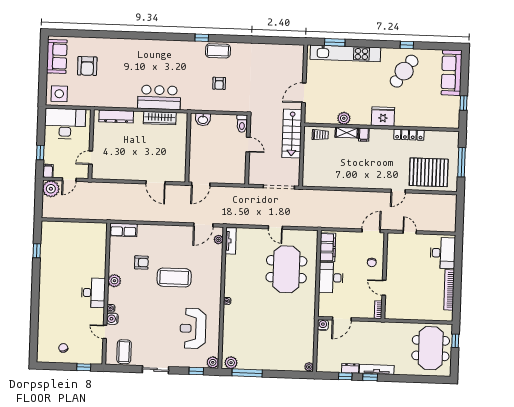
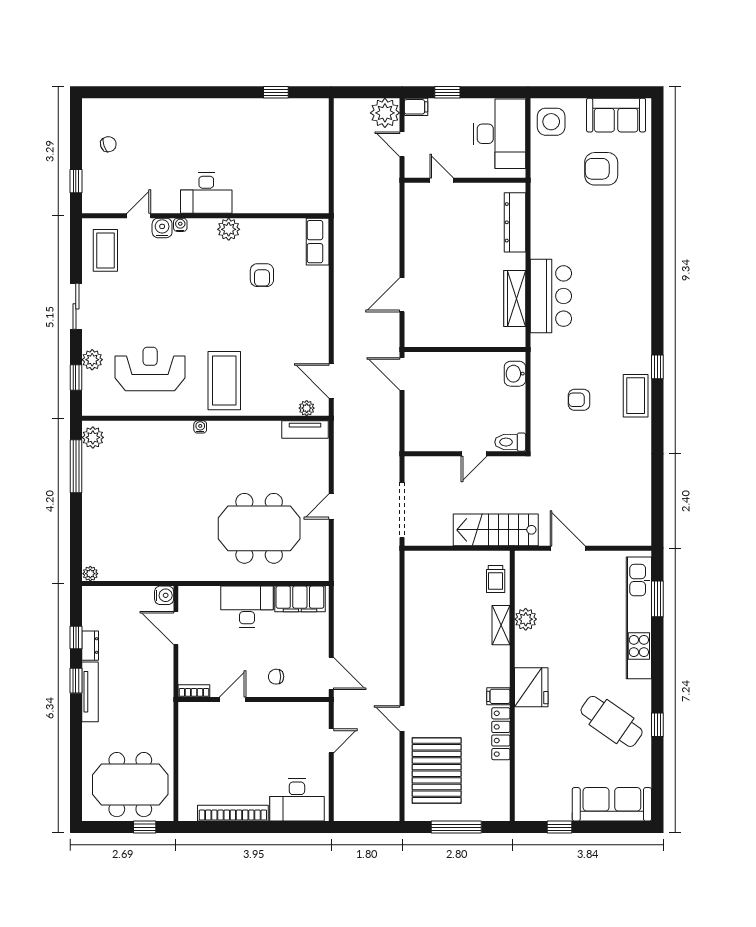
filing cabinet: (364, 135) -> (498, 696), moved
coffee table: (174, 277) -> (224, 381), moved
coffee table: (124, 352) -> (105, 250), turned 90
plant: (213, 362) -> (92, 360), moved

